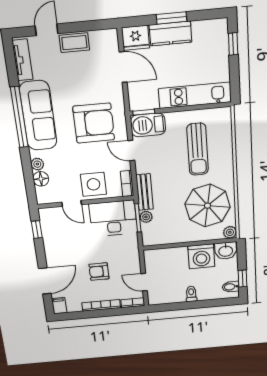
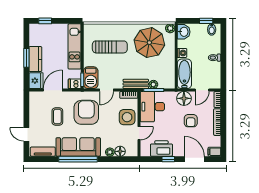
coffee table: (74, 43) -> (57, 117), moved
dishwasher: (136, 101) -> (75, 84), added
window: (37, 229) -> (168, 159), moved
printer: (54, 236) -> (161, 149), added
washing machine: (201, 256) -> (182, 53), width x0.53, depth x0.53
bathtub: (165, 257) -> (184, 74), added
floor lamp: (130, 260) -> (184, 98), added

